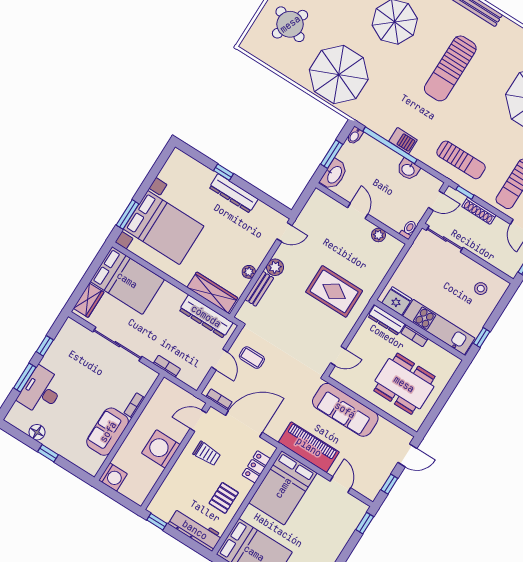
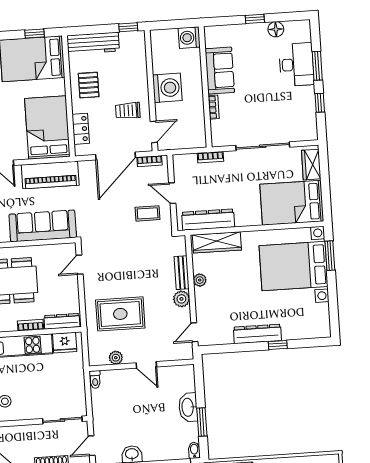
door: (358, 211) -> (146, 365), moved
wall: (362, 214) -> (141, 365), moved
toilet: (409, 229) -> (95, 380), moved
plant: (379, 235) -> (116, 358), moved

